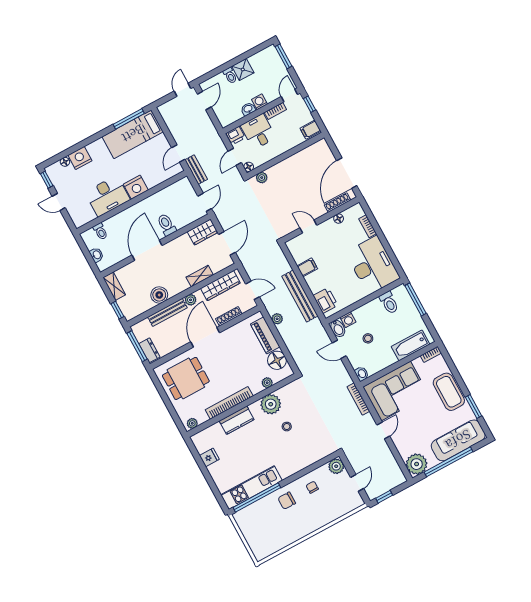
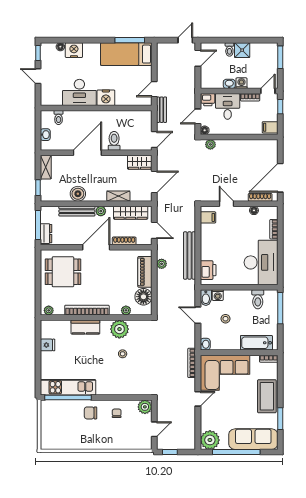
filing cabinet: (307, 267) -> (208, 217), moved

